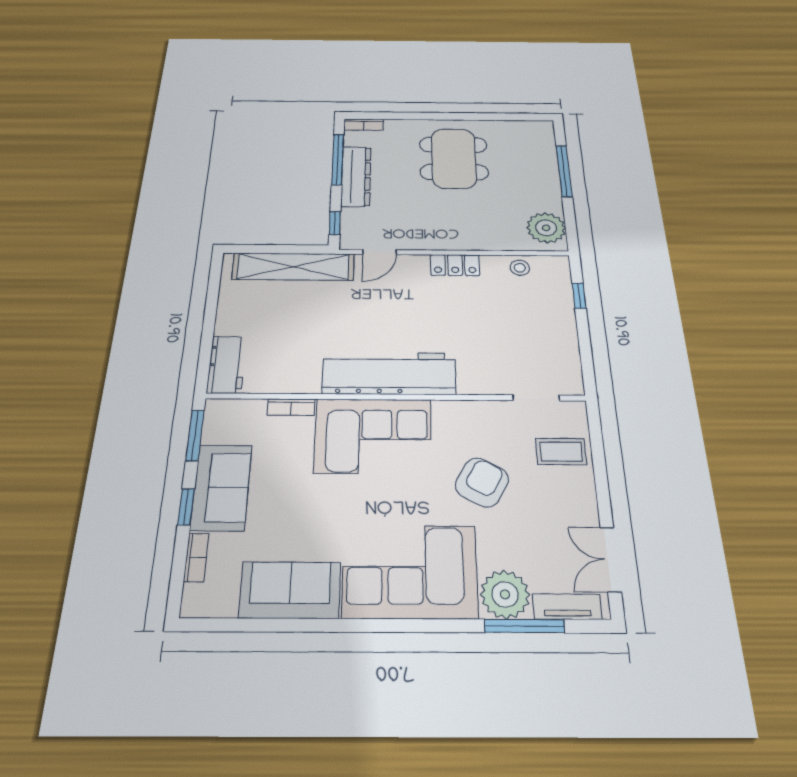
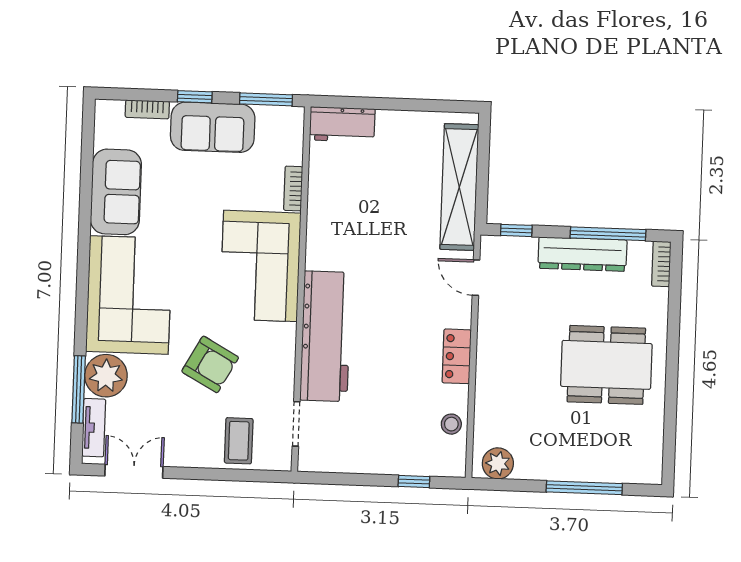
plant: (546, 228) -> (498, 463), width x0.73, depth x0.73
workbench: (389, 373) -> (326, 336), moved

